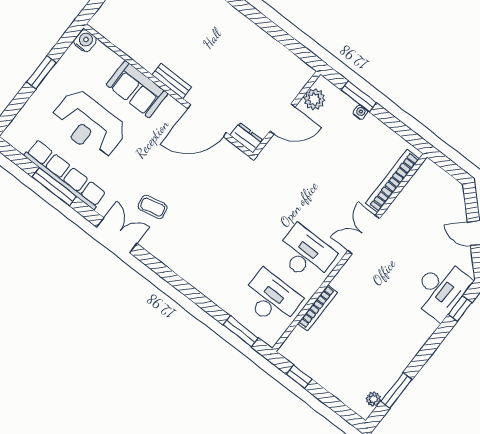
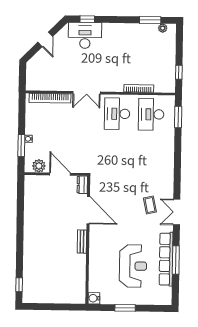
sofa: (137, 89) -> (98, 255), removed

